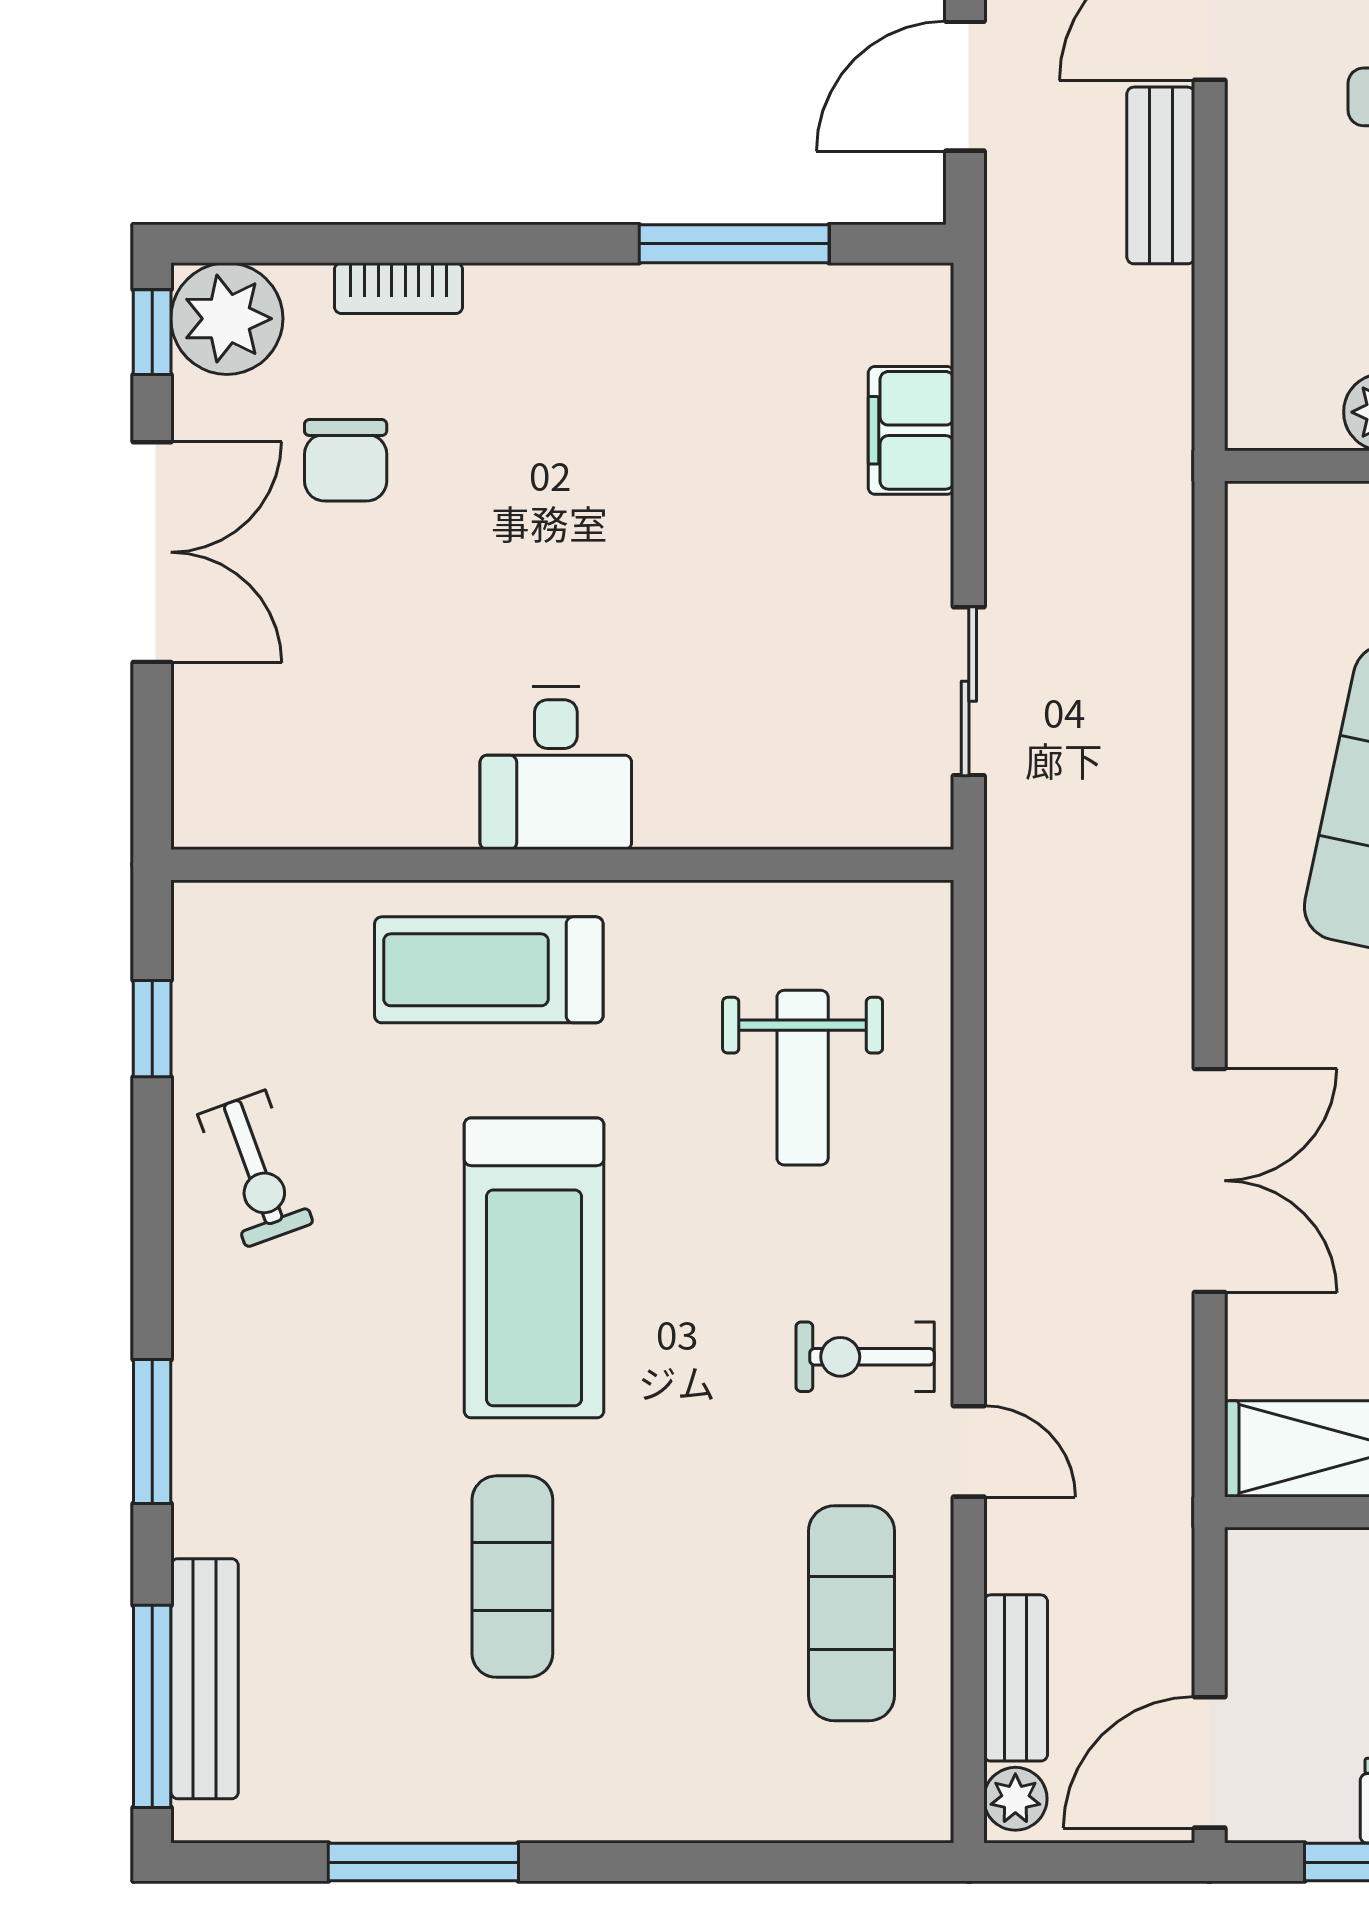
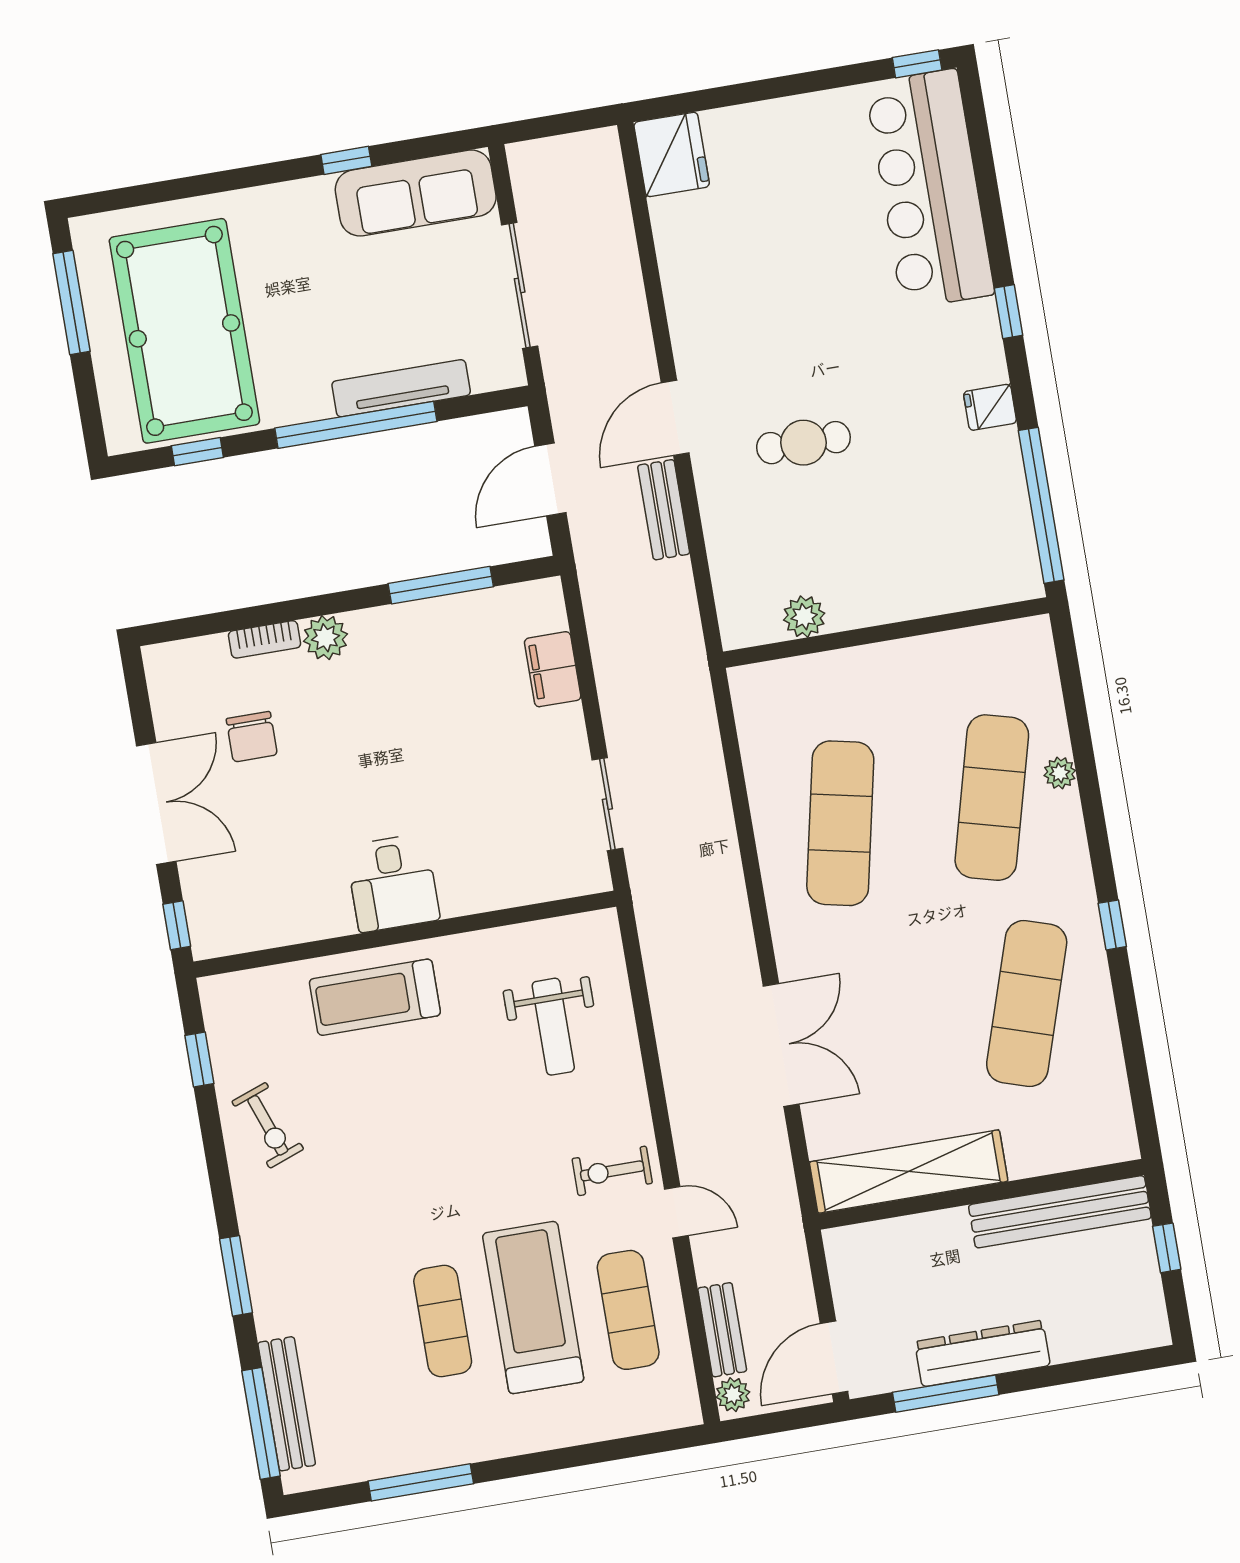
plant: (227, 319) -> (326, 638), moved, width x0.73, depth x0.73
window: (152, 332) -> (177, 925), moved
treadmill: (534, 1268) -> (533, 1308), moved, turned 180

